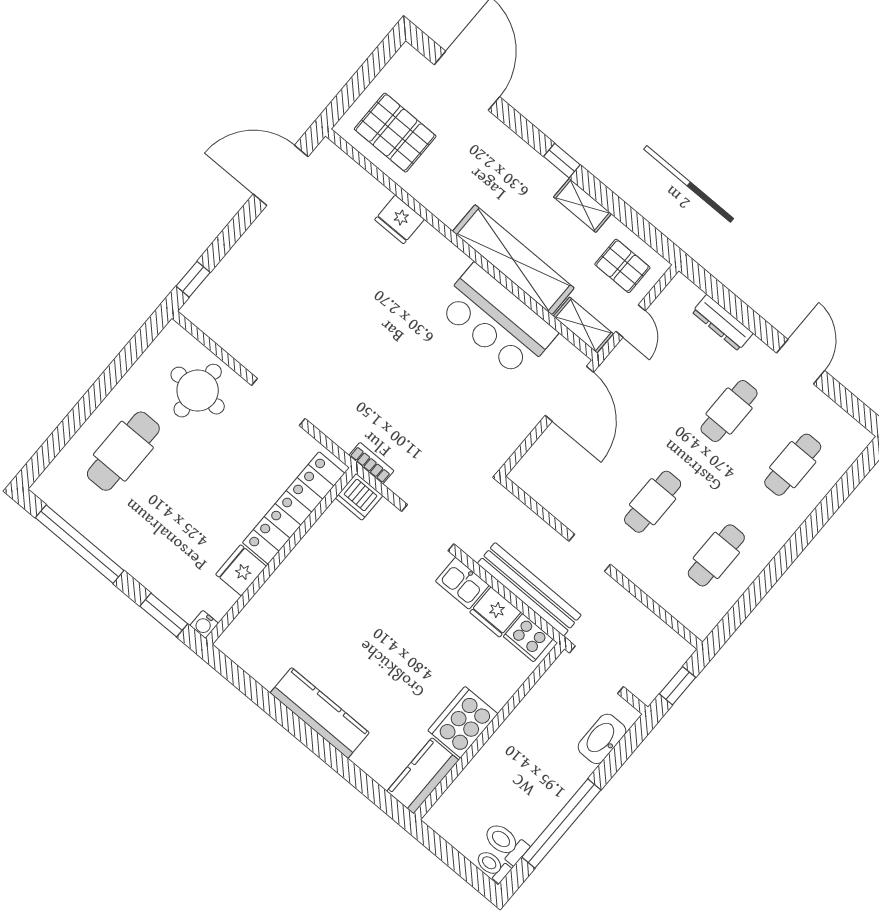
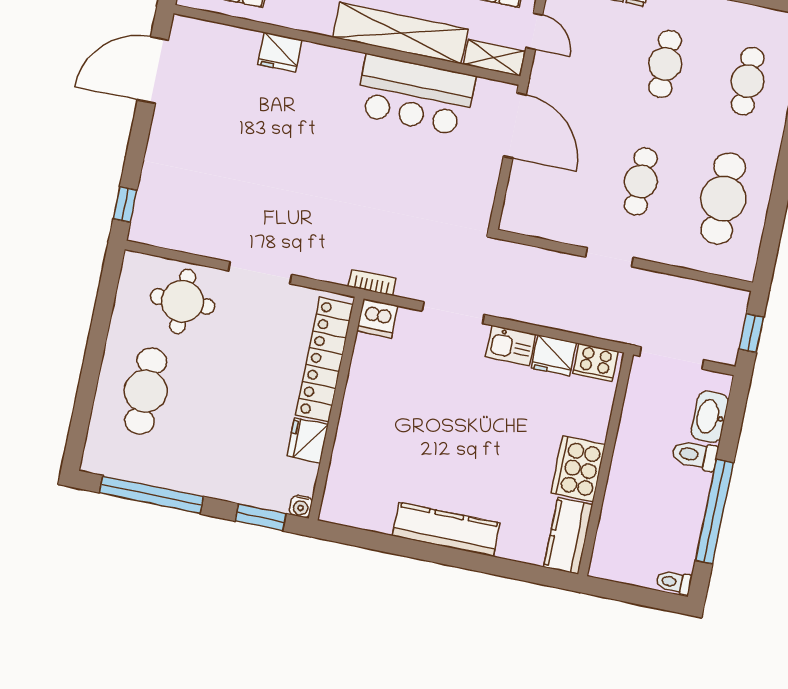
cafe table: (716, 555) -> (723, 199), width x1.37, depth x1.35
bench: (529, 589) -> (573, 319), removed
toilet: (506, 843) -> (695, 455), moved

